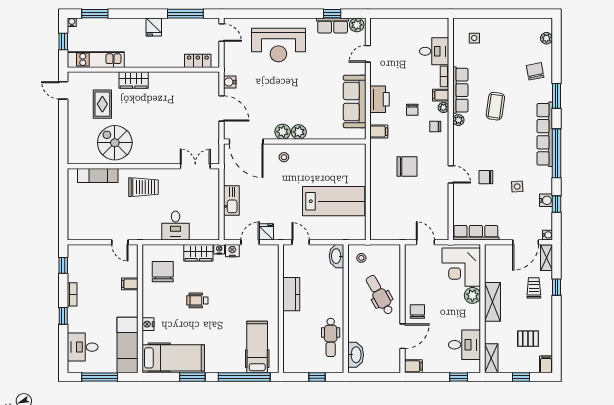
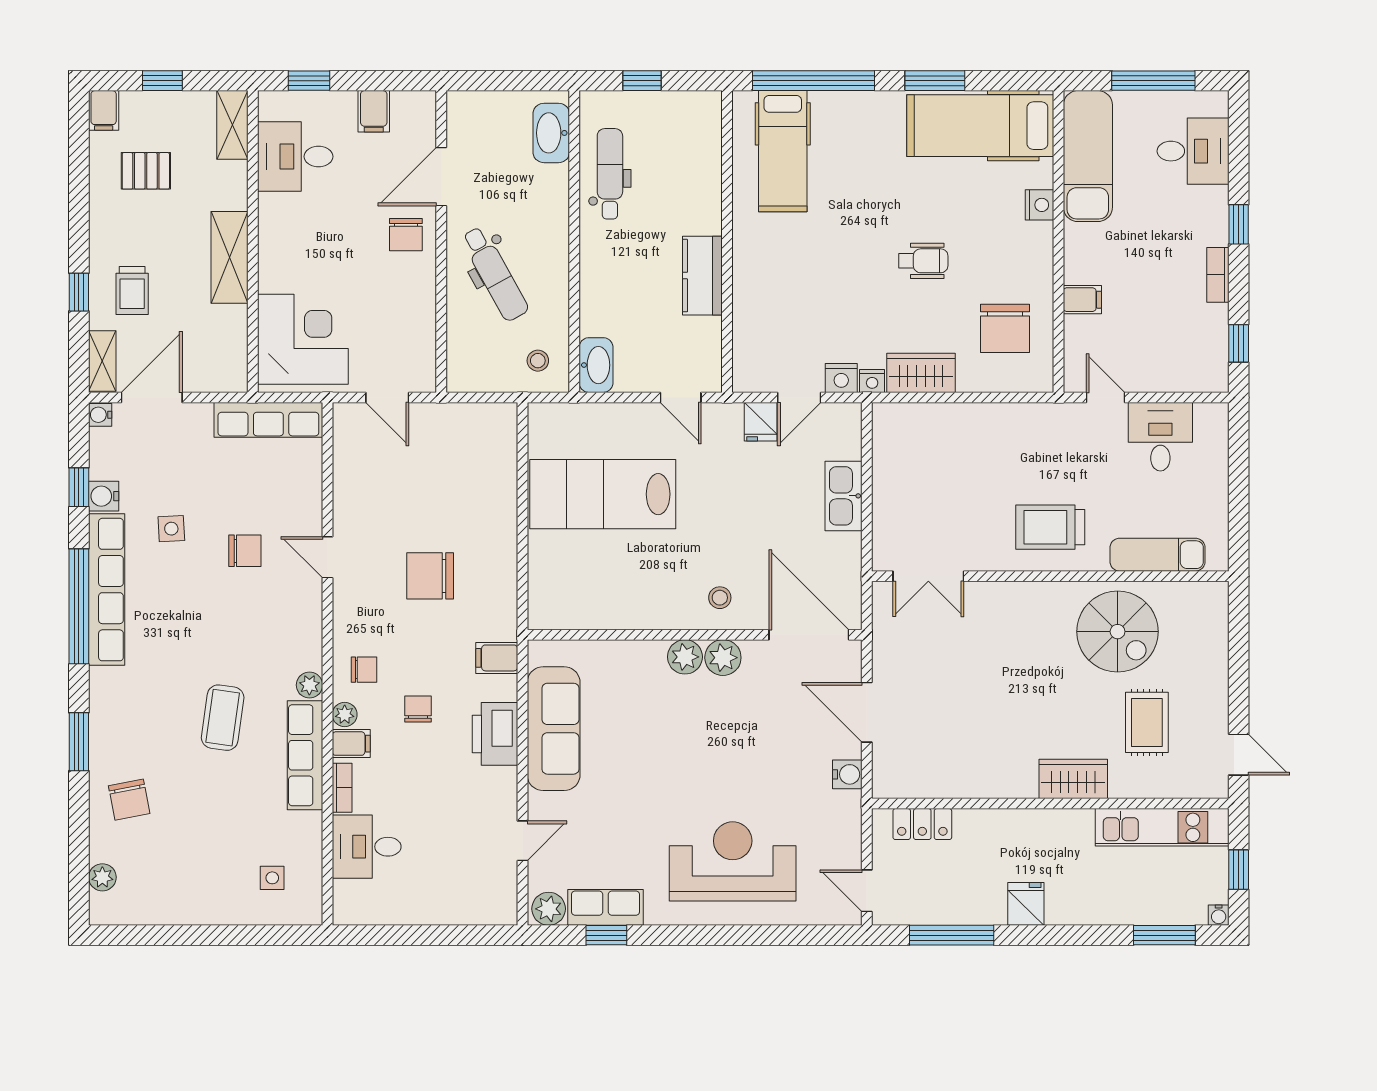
row of seats: (545, 134) -> (107, 590), moved
desk: (176, 226) -> (1160, 437), moved
plant: (472, 295) -> (276, 273), removed
filing cabinet: (413, 366) -> (374, 111), moved, turned -90

